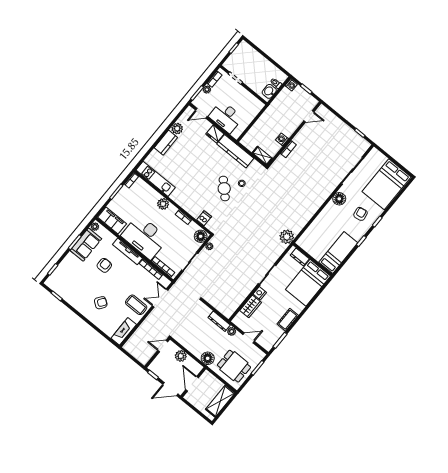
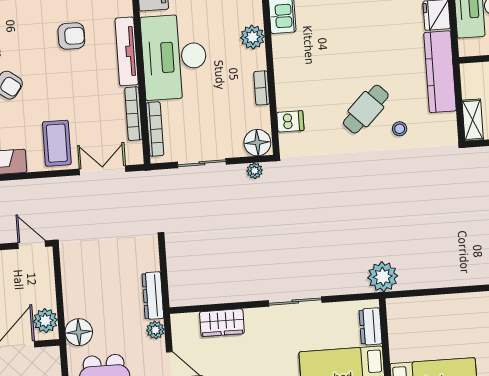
nightstand: (260, 293) -> (256, 318), removed
plant: (181, 356) -> (45, 321), moved

